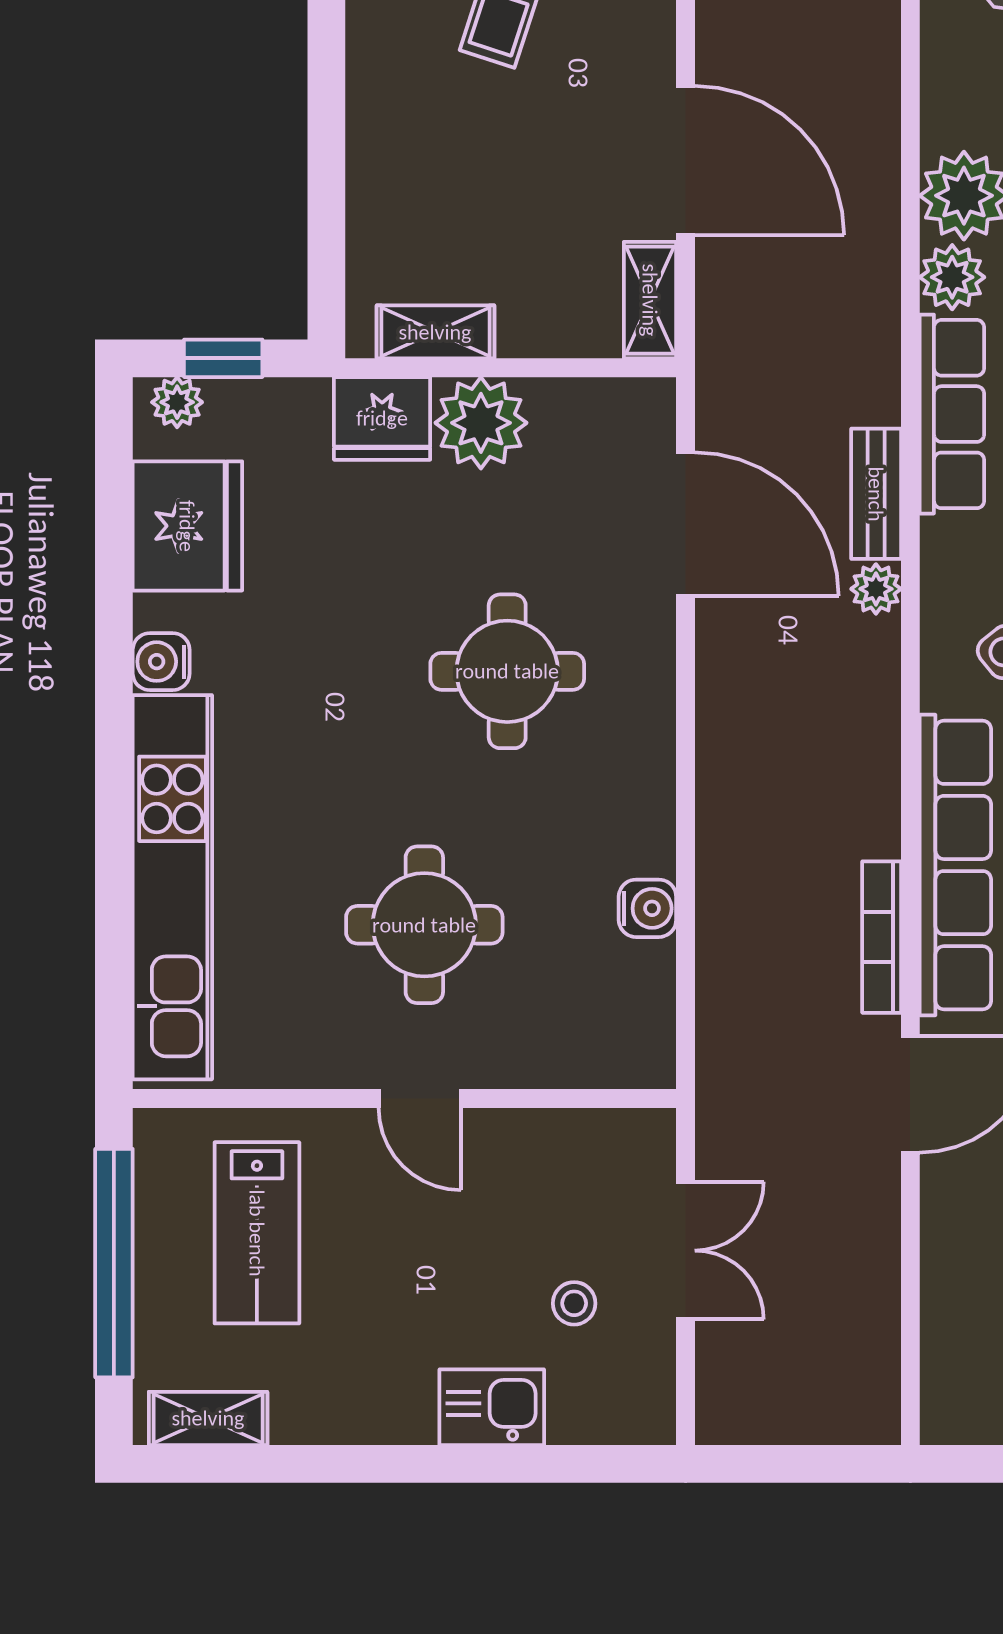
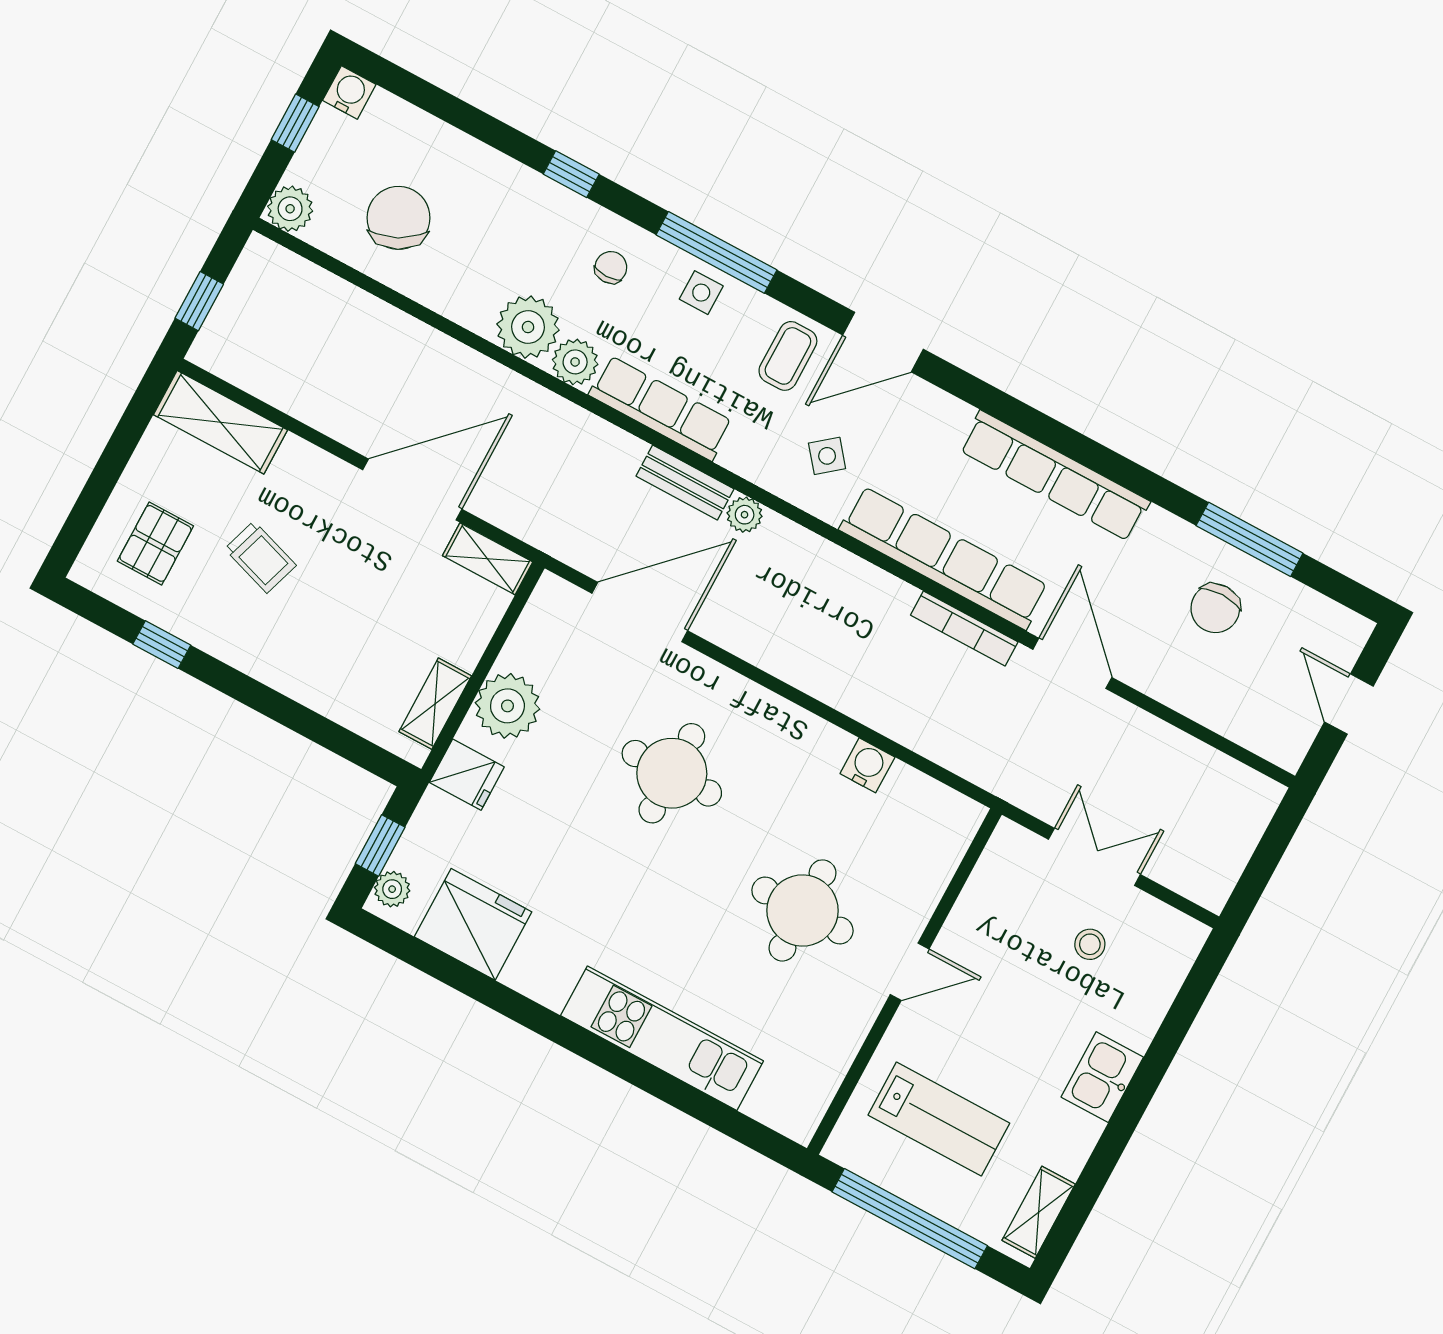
fridge: (382, 418) -> (467, 775), width x0.72
water cooler: (161, 662) -> (549, 986), removed
kitchen unit: (172, 887) -> (662, 1038), width x0.73
kitchen sink: (492, 1407) -> (1102, 1077), moved

